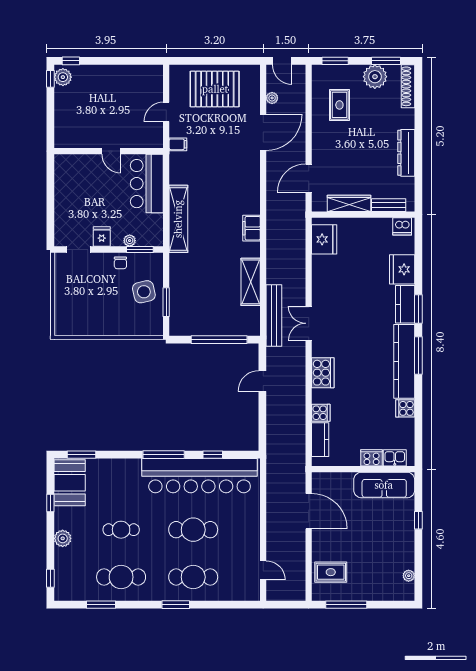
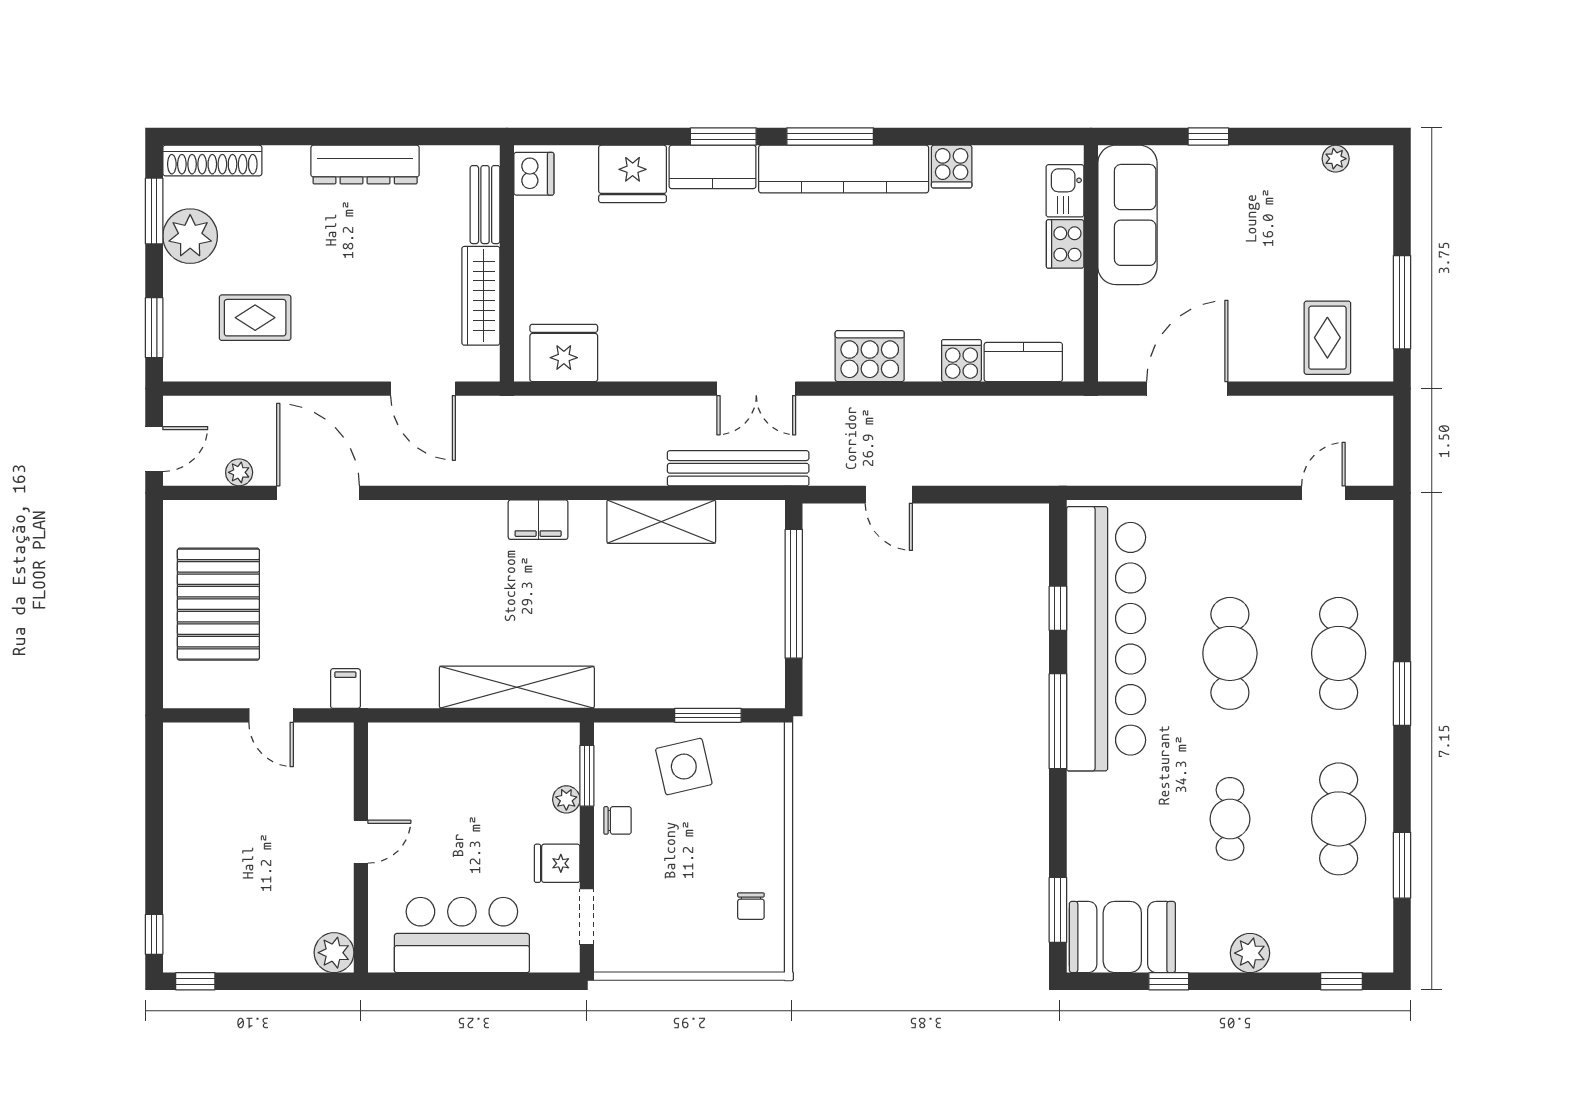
plant: (63, 77) -> (334, 953), moved
bar counter: (147, 184) -> (462, 935), moved, turned 180
chair: (83, 321) -> (751, 906), added

